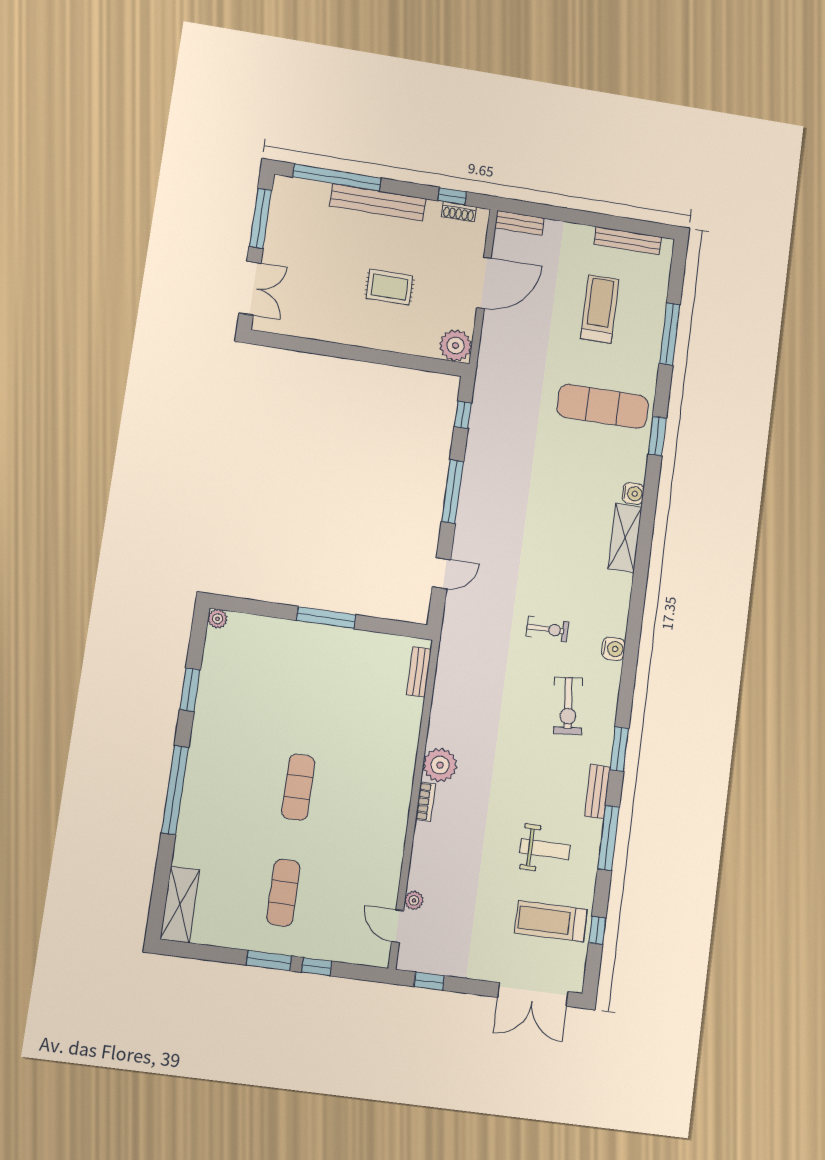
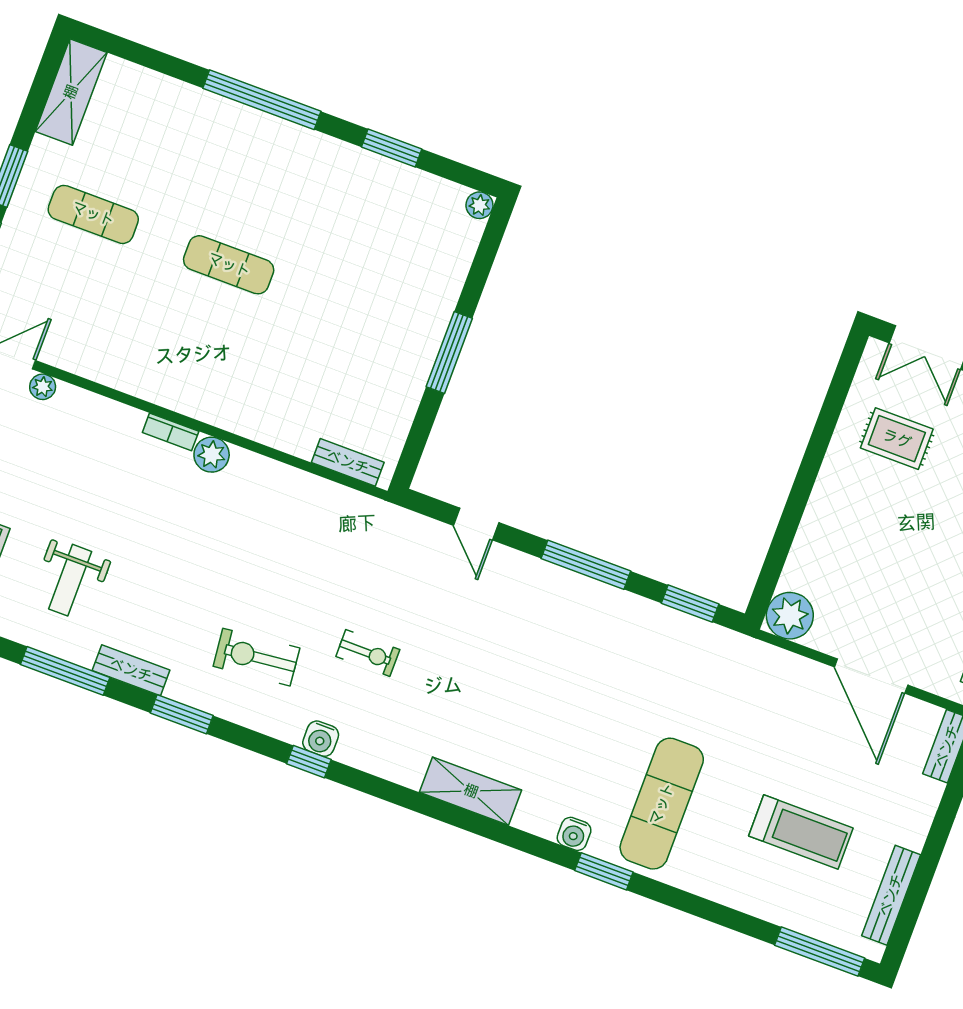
rug: (389, 287) -> (897, 439), moved, turned 90
window: (670, 334) -> (820, 952), moved
window: (463, 415) -> (690, 604), width x1.50
water cooler: (633, 494) -> (574, 834), moved
exercise bike: (547, 629) -> (368, 653), turned -90
window: (631, 654) -> (309, 762), added
plant: (440, 765) -> (212, 455), width x0.73, depth x0.73
shelving: (180, 904) -> (71, 92), moved, turned 90

